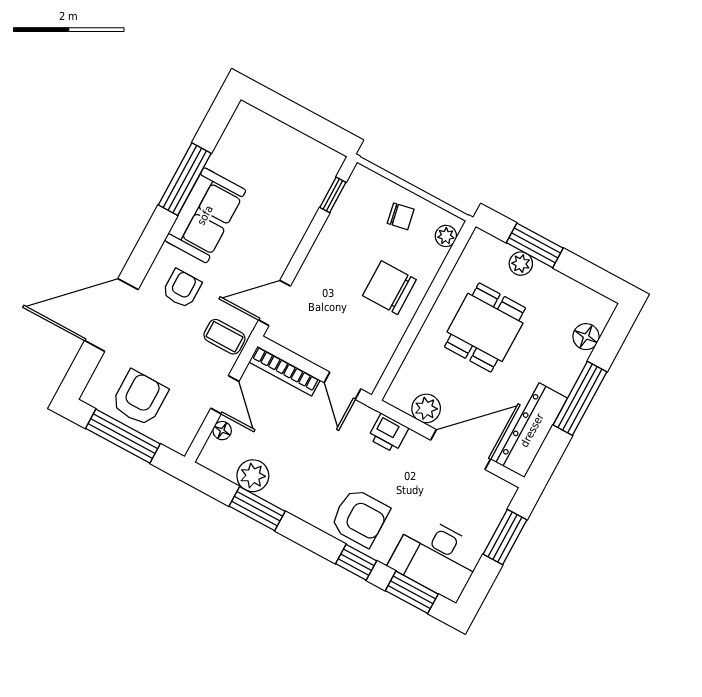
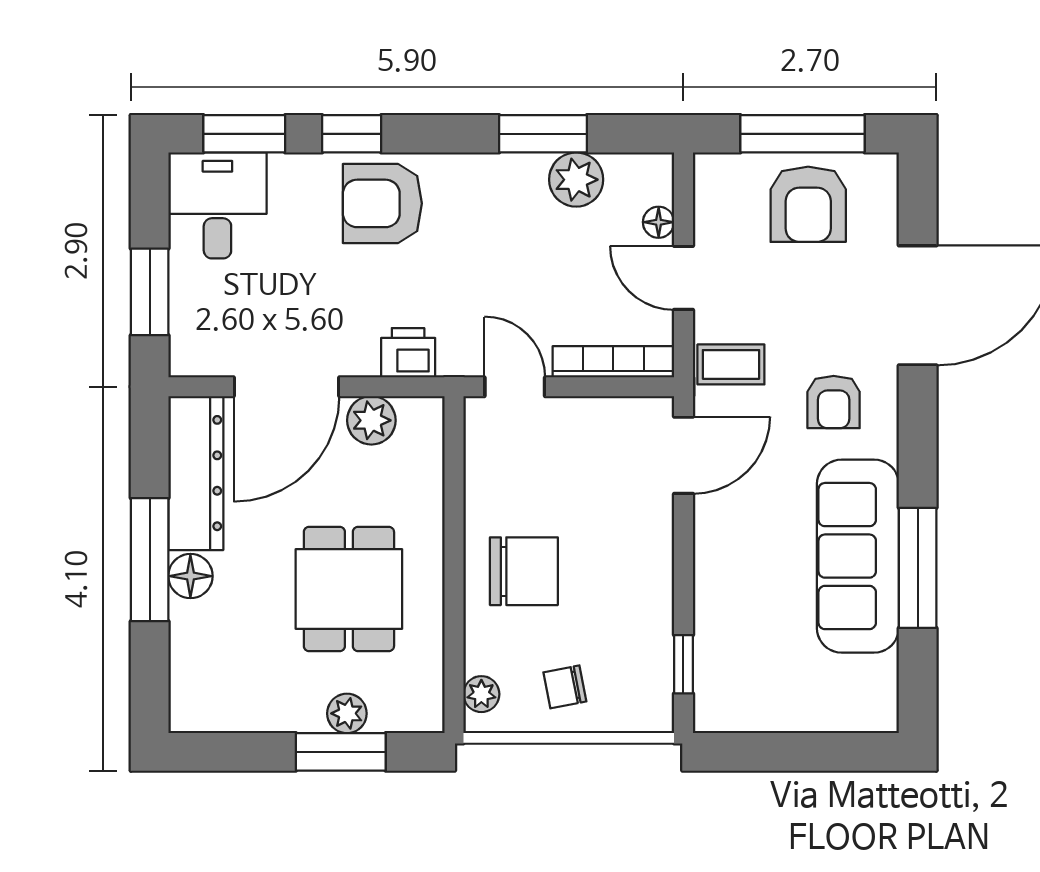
sofa: (205, 215) -> (858, 556), width x1.36
floor lamp: (586, 337) -> (190, 576), moved
desk: (436, 558) -> (217, 205), width x0.73

